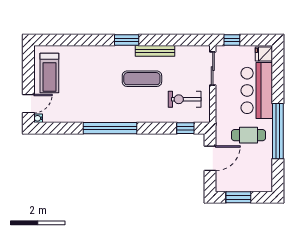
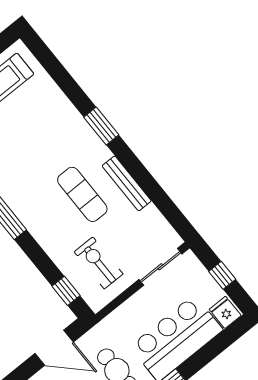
window: (127, 40) -> (101, 126), moved
window: (232, 40) -> (222, 275), moved

